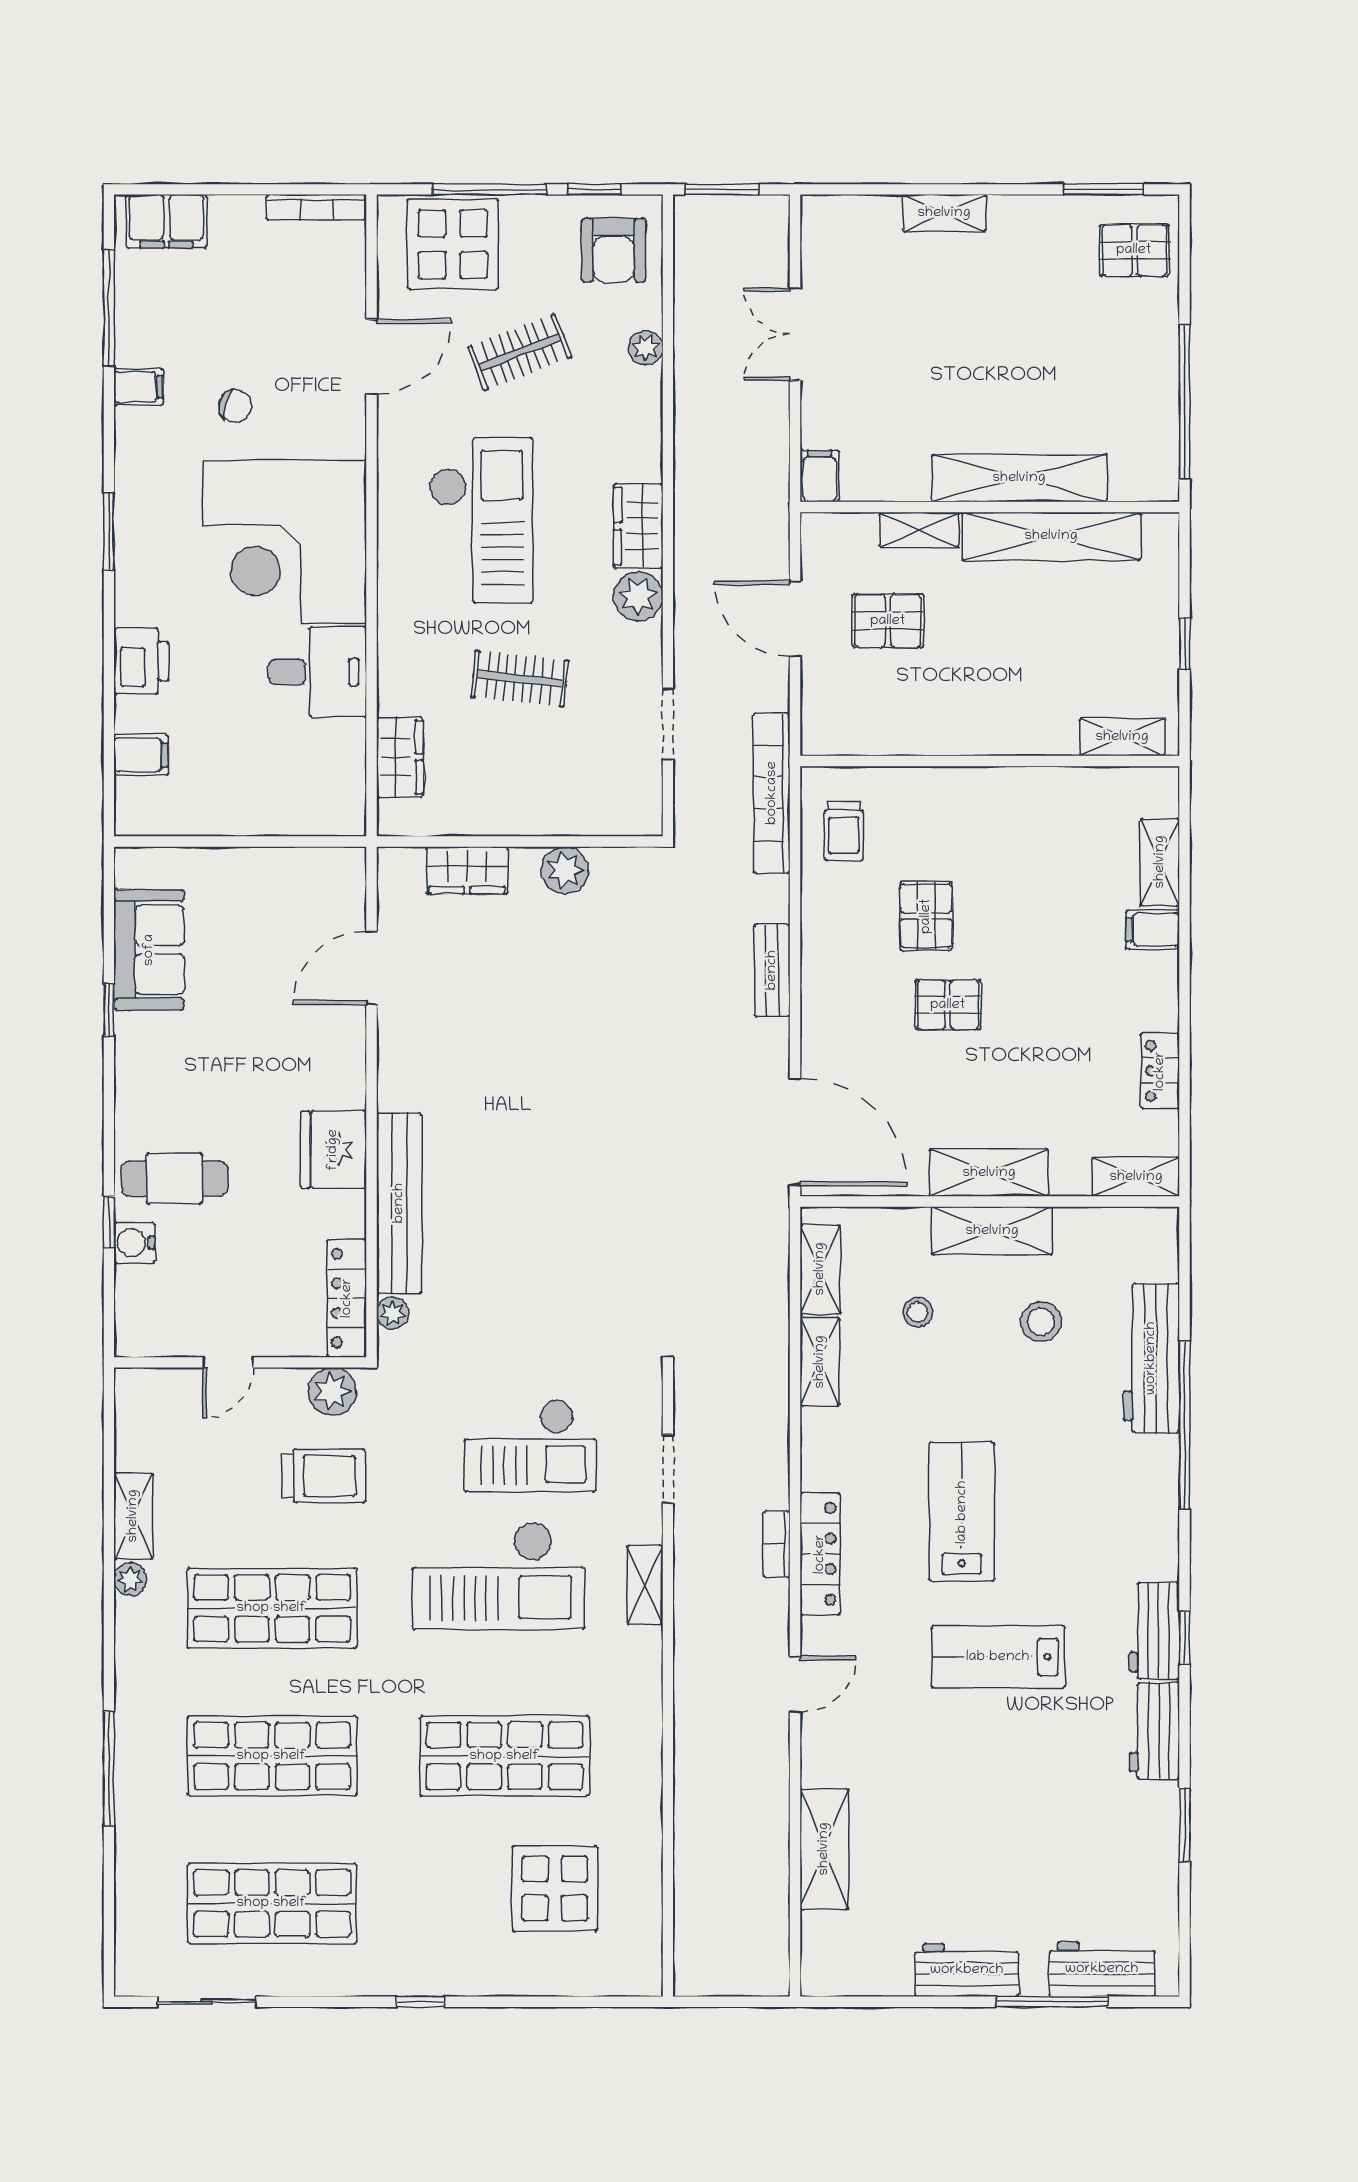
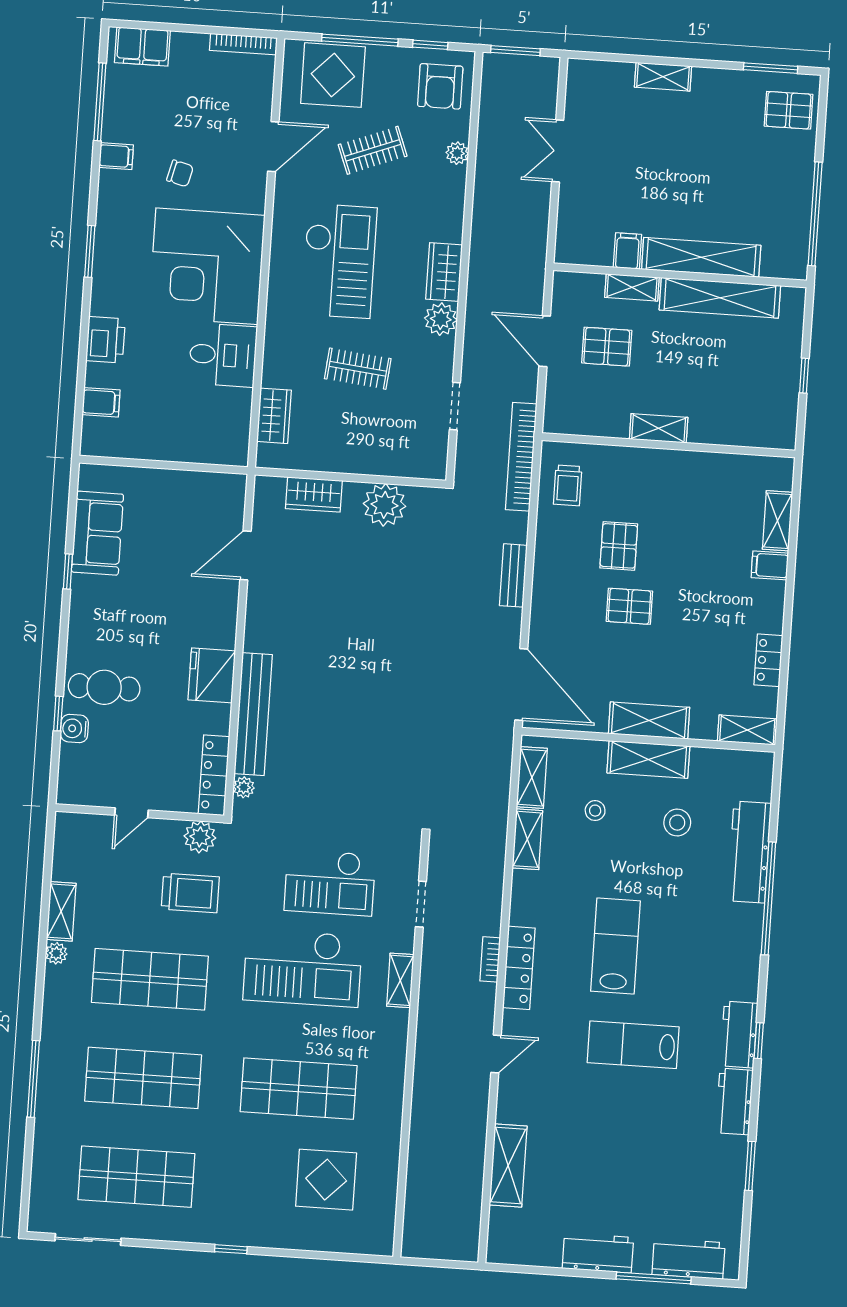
filing cabinet: (819, 476) -> (627, 251), moved
shelving: (1122, 737) -> (659, 428), moved
plant: (565, 870) -> (385, 505), width x1.36, depth x1.36

